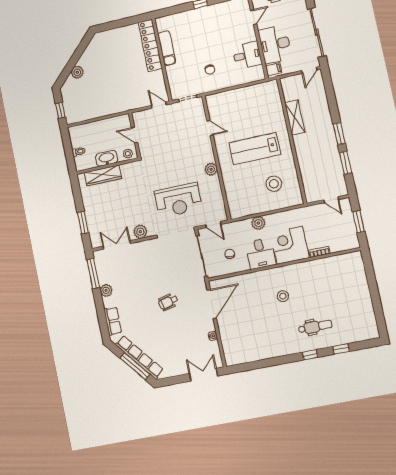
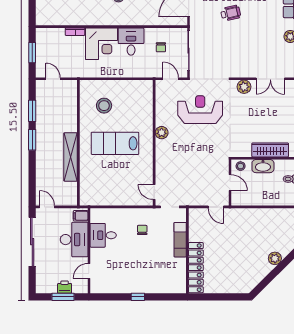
exam couch: (167, 48) -> (180, 240), moved
door: (309, 70) -> (47, 207), hinge flipped
door: (159, 105) -> (216, 207), moved
shelving: (295, 117) -> (71, 157), width x1.47
door: (210, 128) -> (154, 192), moved
lab bench: (255, 149) -> (115, 143), turned 180
plant: (258, 223) -> (127, 71), removed

